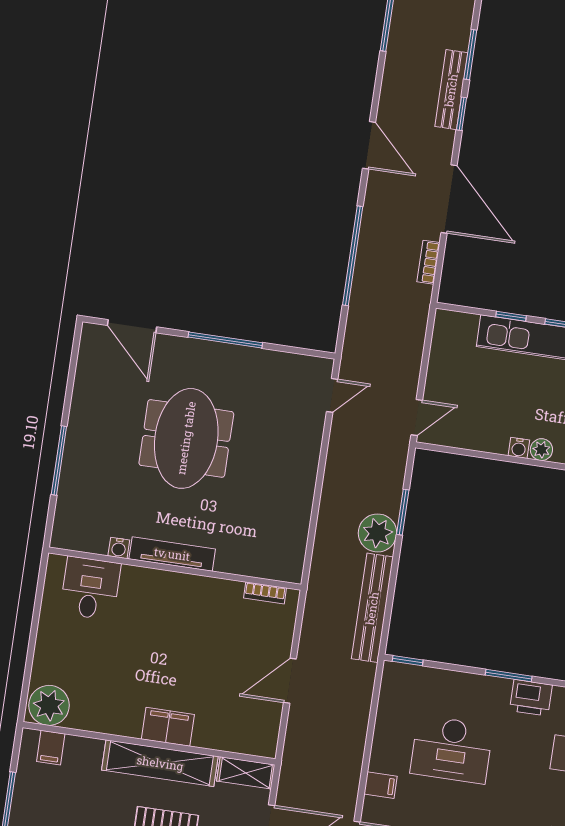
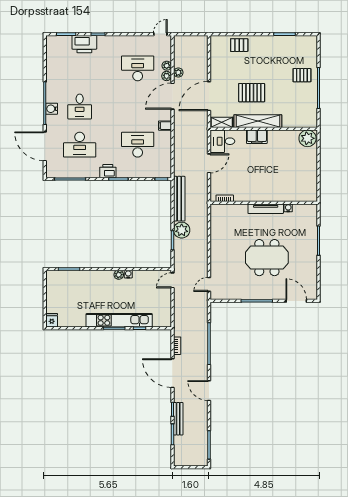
meeting table: (186, 438) -> (267, 258), turned 90
desk: (90, 588) -> (222, 141), moved, turned 90
filing cabinet: (51, 748) -> (304, 121), removed

